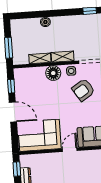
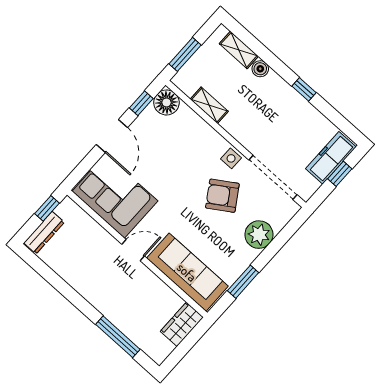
window: (90, 11) -> (304, 89), moved
shelving: (63, 57) -> (239, 50), moved
floor lamp: (53, 73) -> (166, 102), moved

